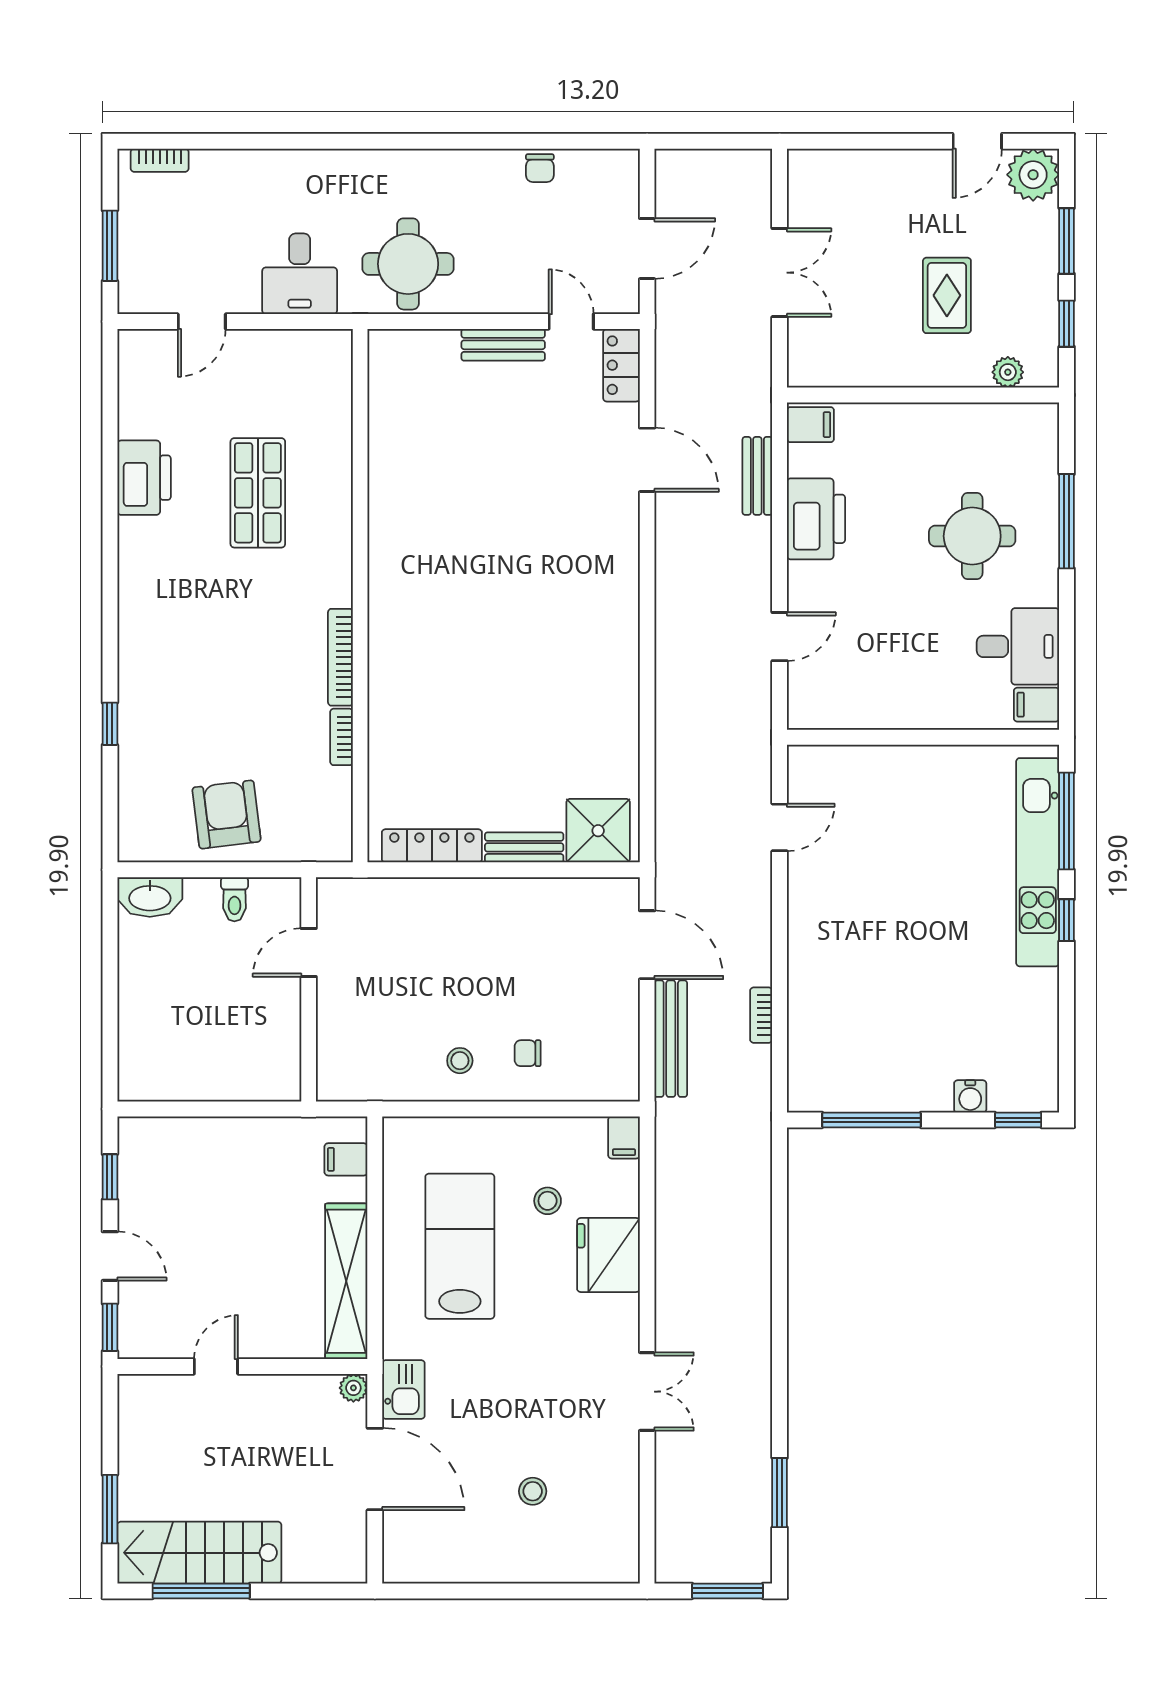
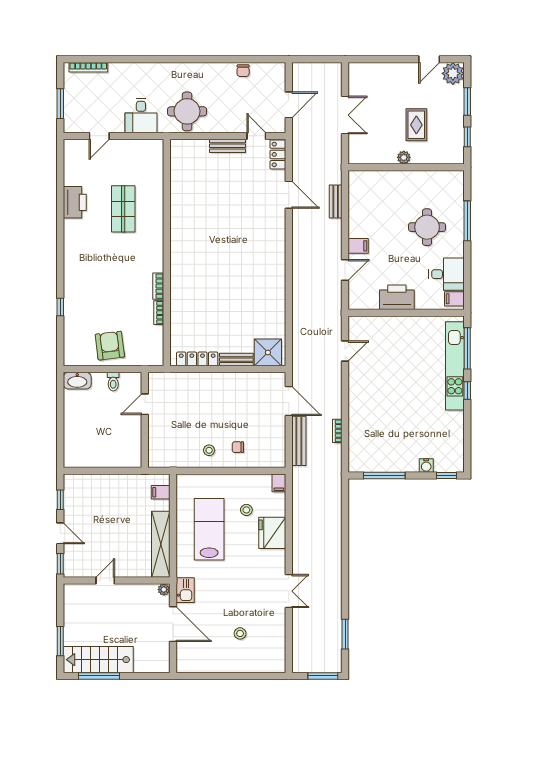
bookcase: (160, 160) -> (88, 67), width x1.56
plant: (1008, 372) -> (404, 157), moved
filing cabinet: (810, 425) -> (358, 246), moved
printer: (816, 519) -> (397, 297), moved, turned -90
bookcase: (340, 657) -> (158, 286), width x0.64

